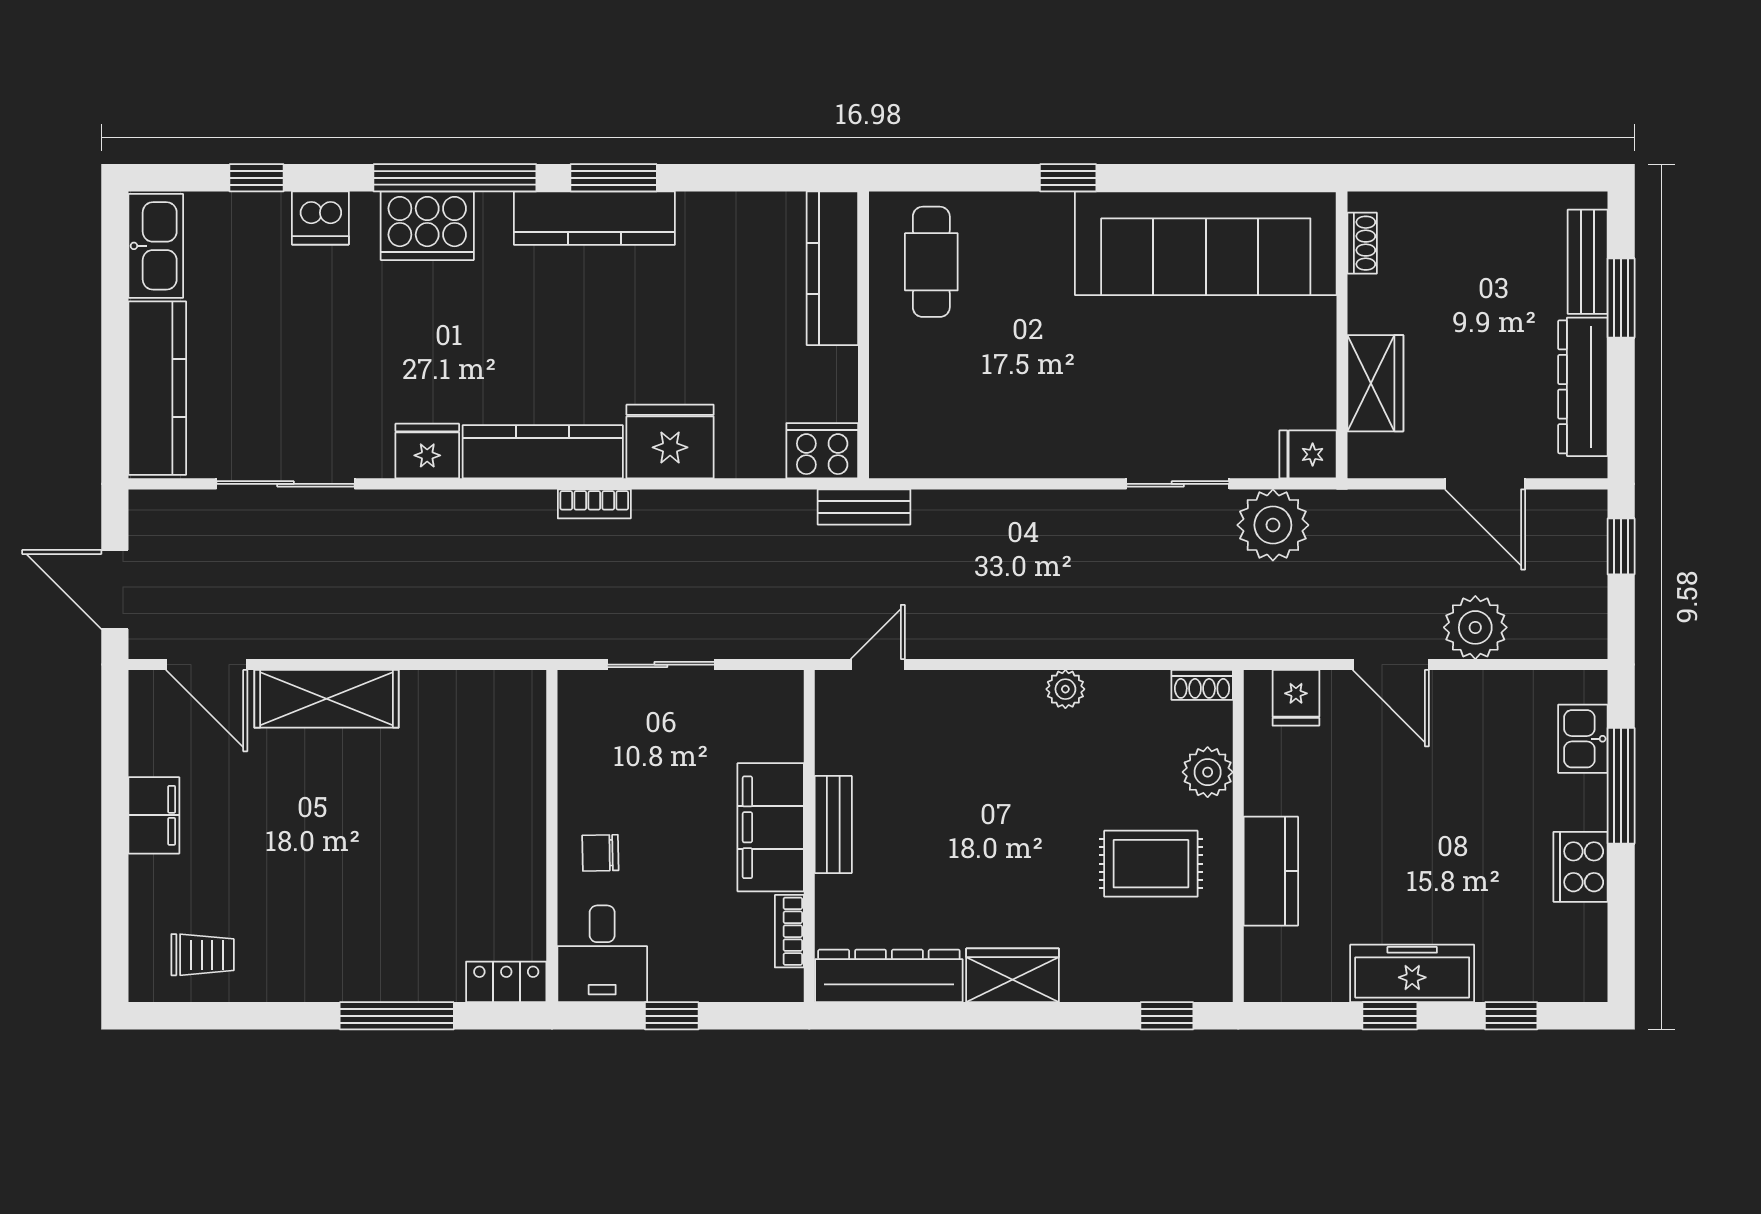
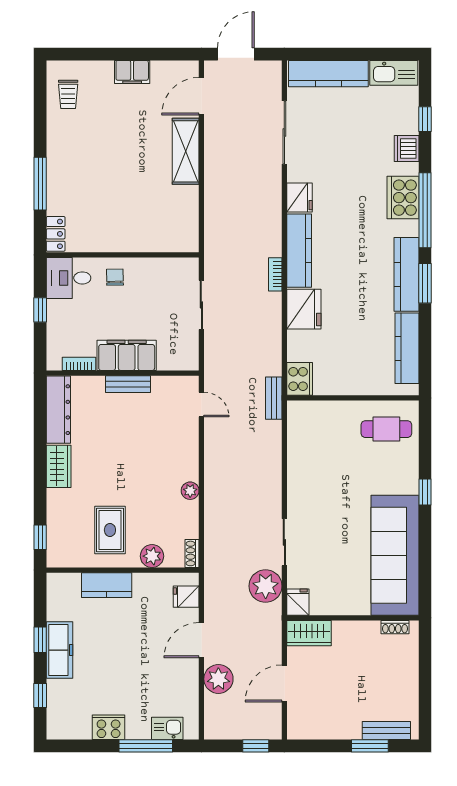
kitchen counter: (832, 268) -> (407, 348), moved, turned -90
wardrobe: (1375, 383) -> (309, 633), moved
dresser: (1583, 387) -> (329, 728), removed

